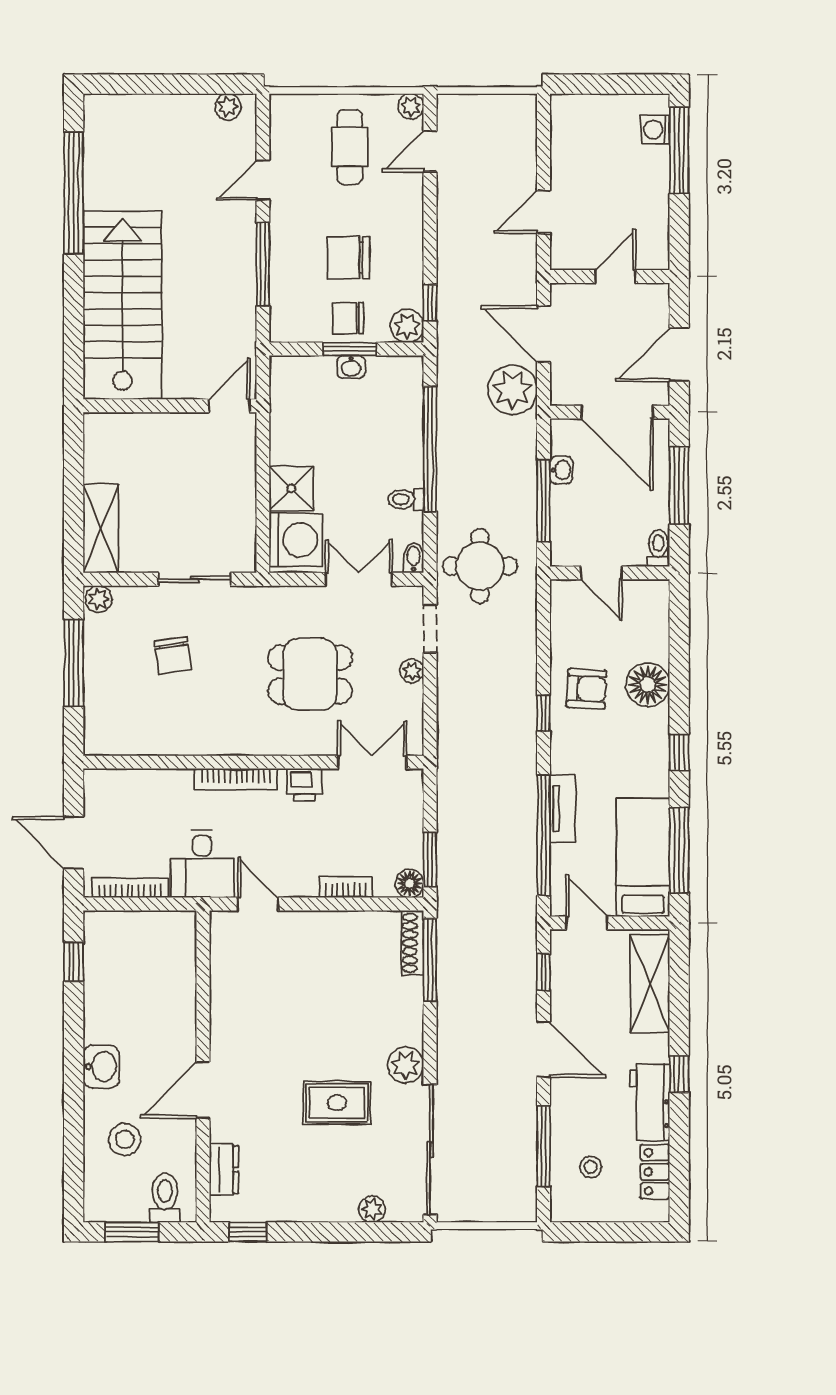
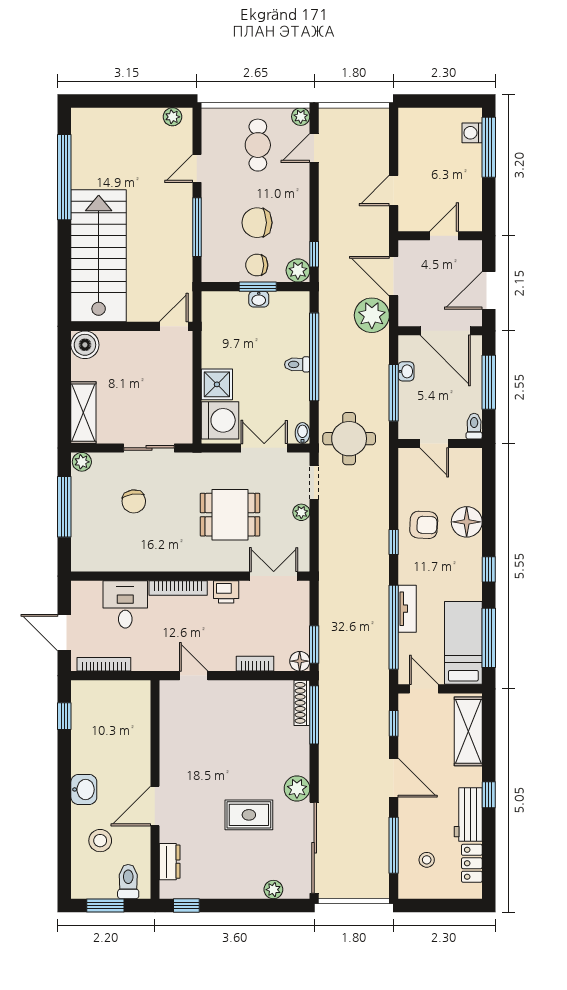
boiler: (103, 432) -> (85, 345), added
toilet: (406, 499) -> (297, 364), moved
desk: (202, 864) -> (125, 604), moved, turned 180

